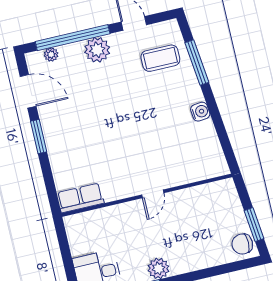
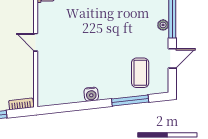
plant: (97, 50) -> (163, 25), width x0.53, depth x0.53
bookcase: (232, 194) -> (21, 104), added

